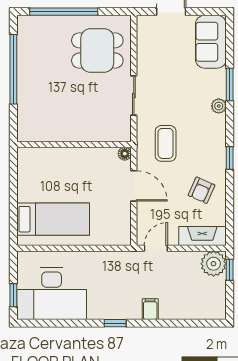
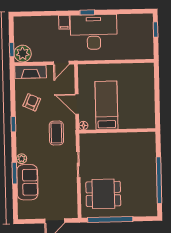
window: (64, 12) -> (110, 220), moved
sofa: (211, 42) -> (27, 182), moved
bed: (53, 219) -> (106, 105), moved, turned 90
desk: (52, 294) -> (94, 32), moved

